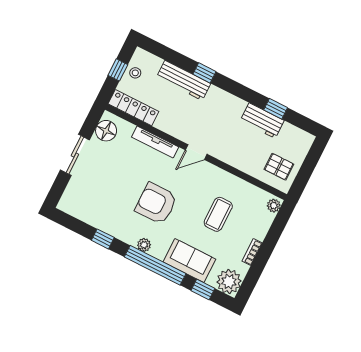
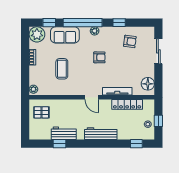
window: (204, 73) -> (136, 144), moved
workbench: (184, 80) -> (101, 134), moved
locker: (133, 108) -> (127, 104), moved
door: (196, 152) -> (92, 97), swing flipped
sliding door: (75, 155) -> (158, 51), moved
armchair: (156, 203) -> (99, 57), width x0.53, depth x0.53
armchair: (101, 204) -> (130, 41), added

